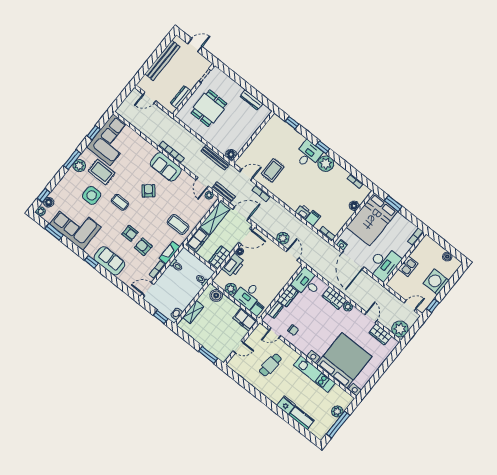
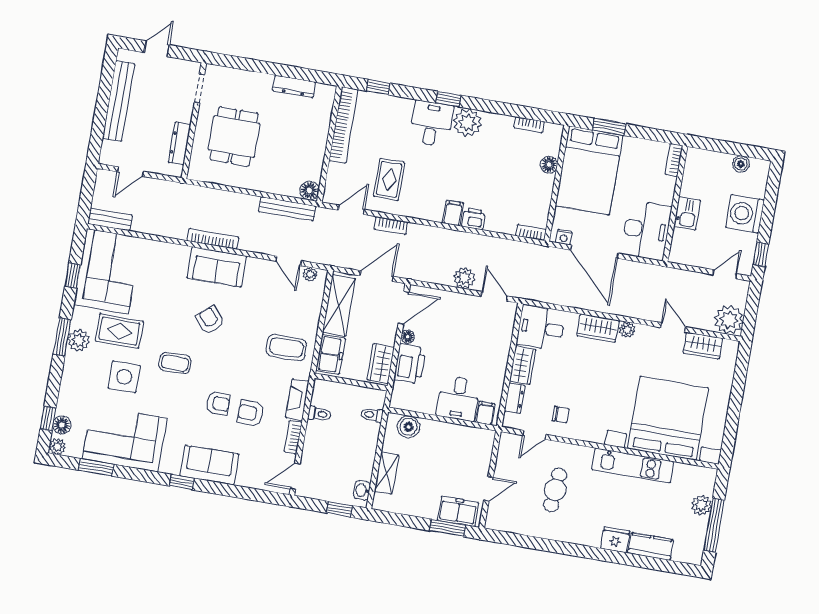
bookcase: (265, 132) -> (344, 125), added
bench: (223, 193) -> (110, 219), moved
filing cabinet: (313, 218) -> (453, 213), moved
plant: (231, 289) -> (426, 404), removed
freezer: (245, 319) -> (458, 511), moved, turned 180

